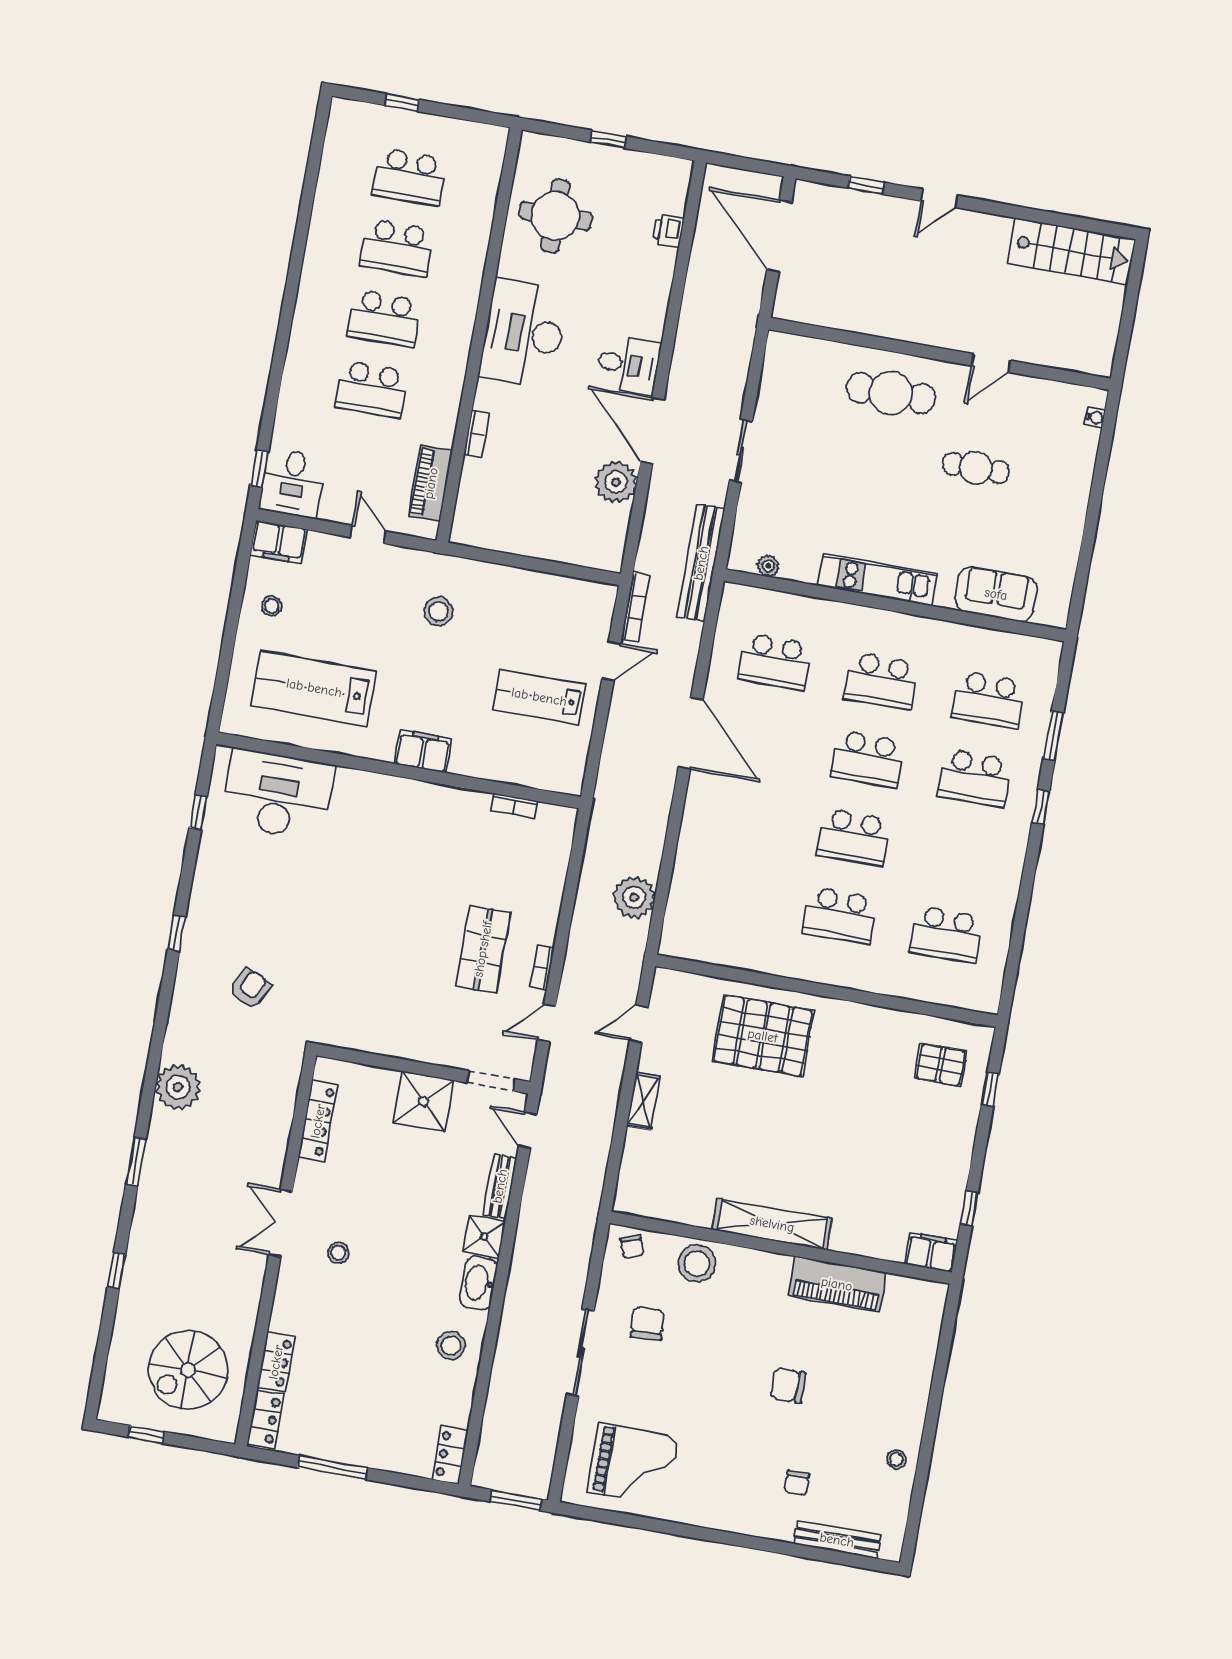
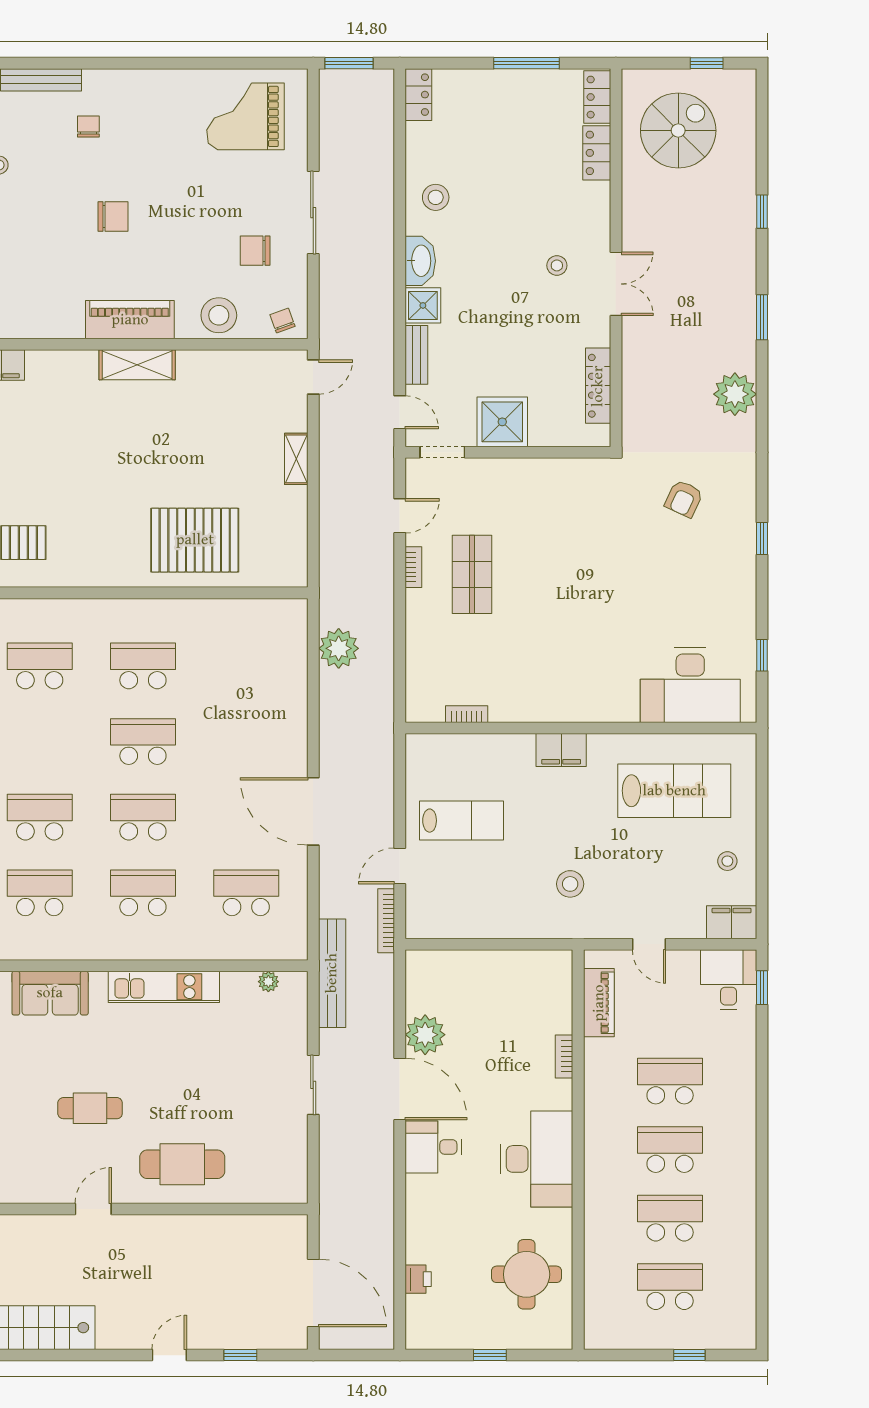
door: (639, 1023) -> (313, 377), moved
shelving: (772, 1224) -> (137, 365), width x0.68
piano: (837, 1284) -> (130, 320), moved
chair: (647, 1324) -> (255, 251), turned 94

